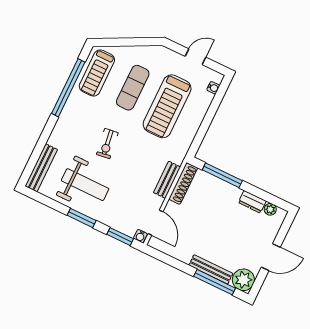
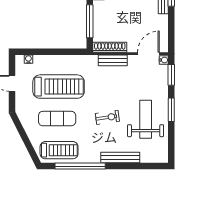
bench: (41, 168) -> (120, 157), moved

